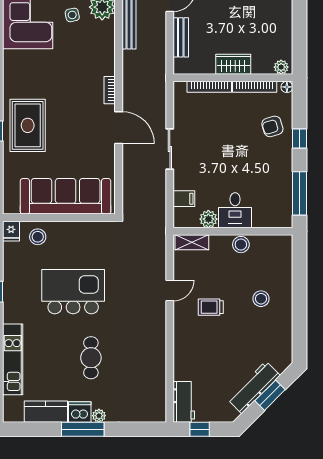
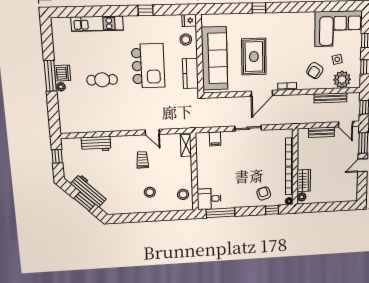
armchair: (88, 48) -> (315, 71), added
wardrobe: (233, 64) -> (304, 181), moved
rug: (28, 125) -> (254, 57), moved, turned 90
window: (299, 139) -> (272, 210), moved
desk: (235, 210) -> (209, 199), moved
plant: (208, 219) -> (202, 156), removed
stool: (241, 245) -> (183, 194), moved
workbench: (184, 402) -> (96, 144), moved
kitchen counter: (46, 412) -> (190, 73), moved, turned 180

